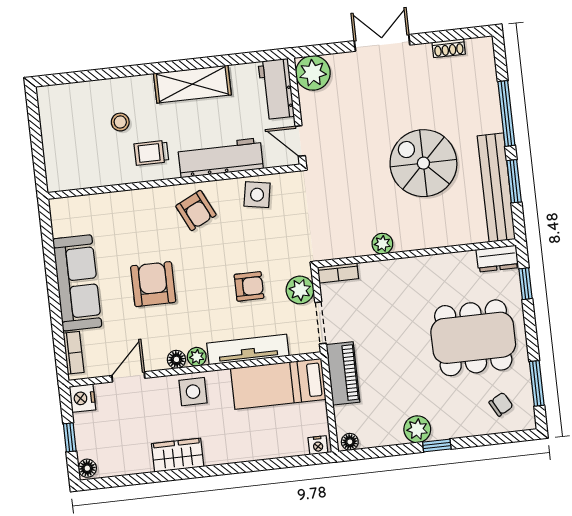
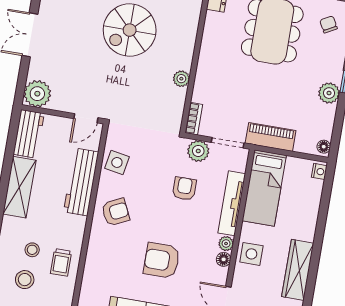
workbench: (276, 89) -> (29, 134), moved, turned -90
stool: (81, 123) -> (25, 280), added
trolley: (151, 153) -> (61, 262), moved
wardrobe: (178, 455) -> (298, 270), width x1.50

